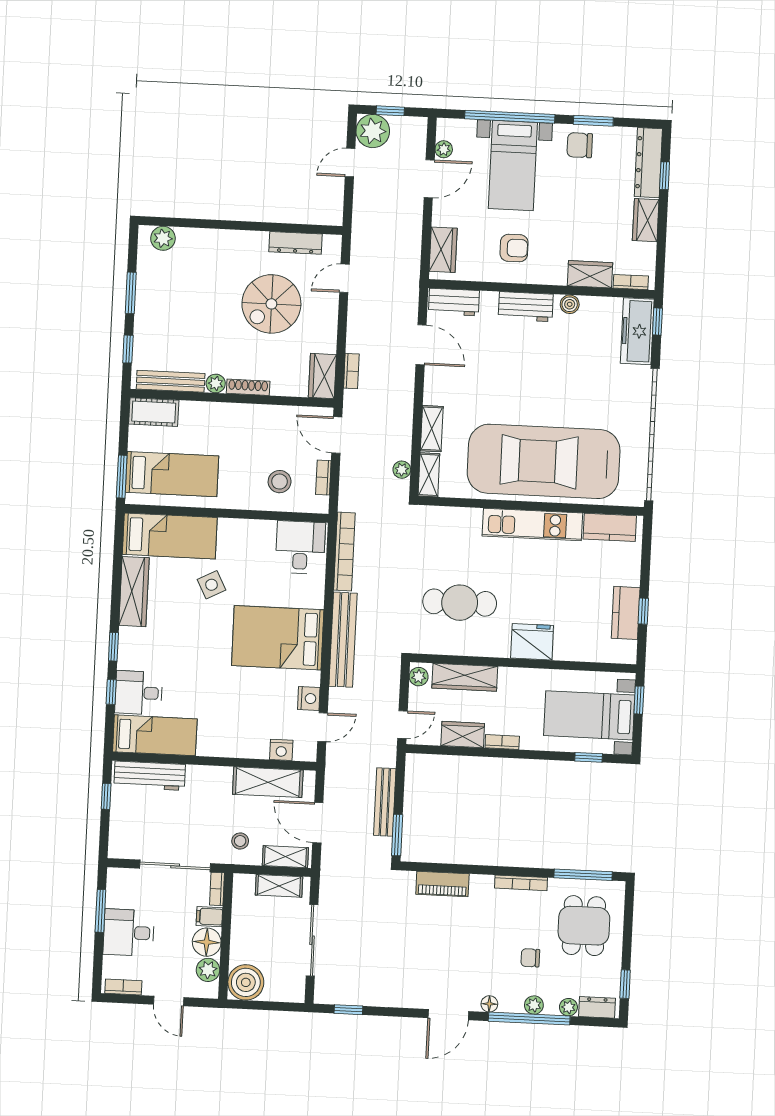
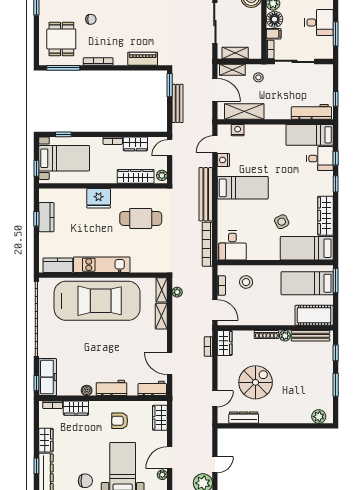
cot: (154, 412) -> (314, 315), width x1.37, depth x1.34
bed: (278, 638) -> (243, 188), width x0.67

